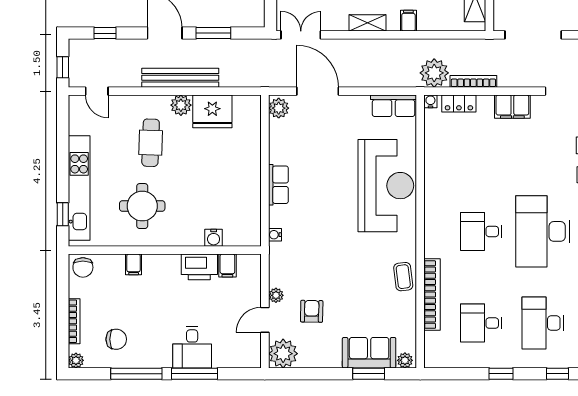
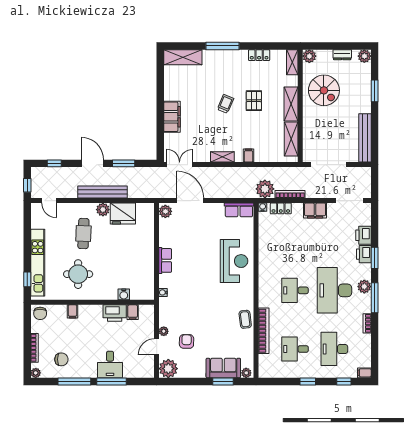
reception desk: (386, 186) -> (234, 261), width x0.74, depth x0.77

